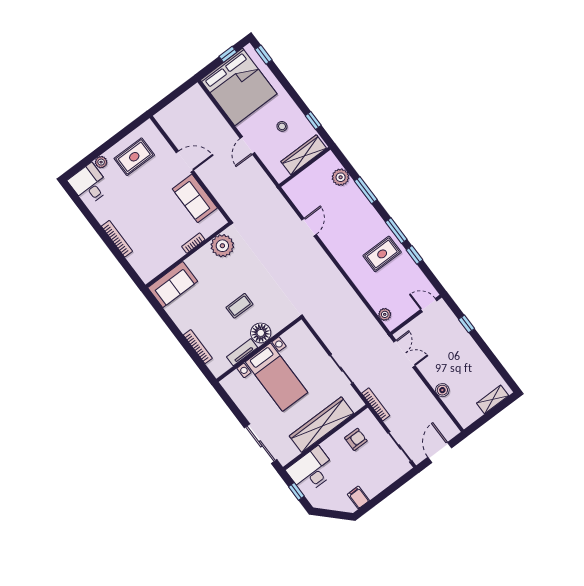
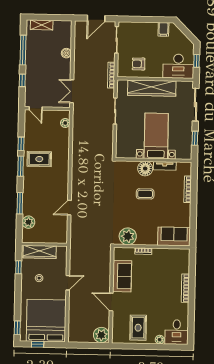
plant: (167, 118) -> (101, 335), added
rug: (134, 157) -> (138, 328), turned 90
window: (491, 357) -> (23, 50), added
window: (233, 407) -> (195, 138), added

